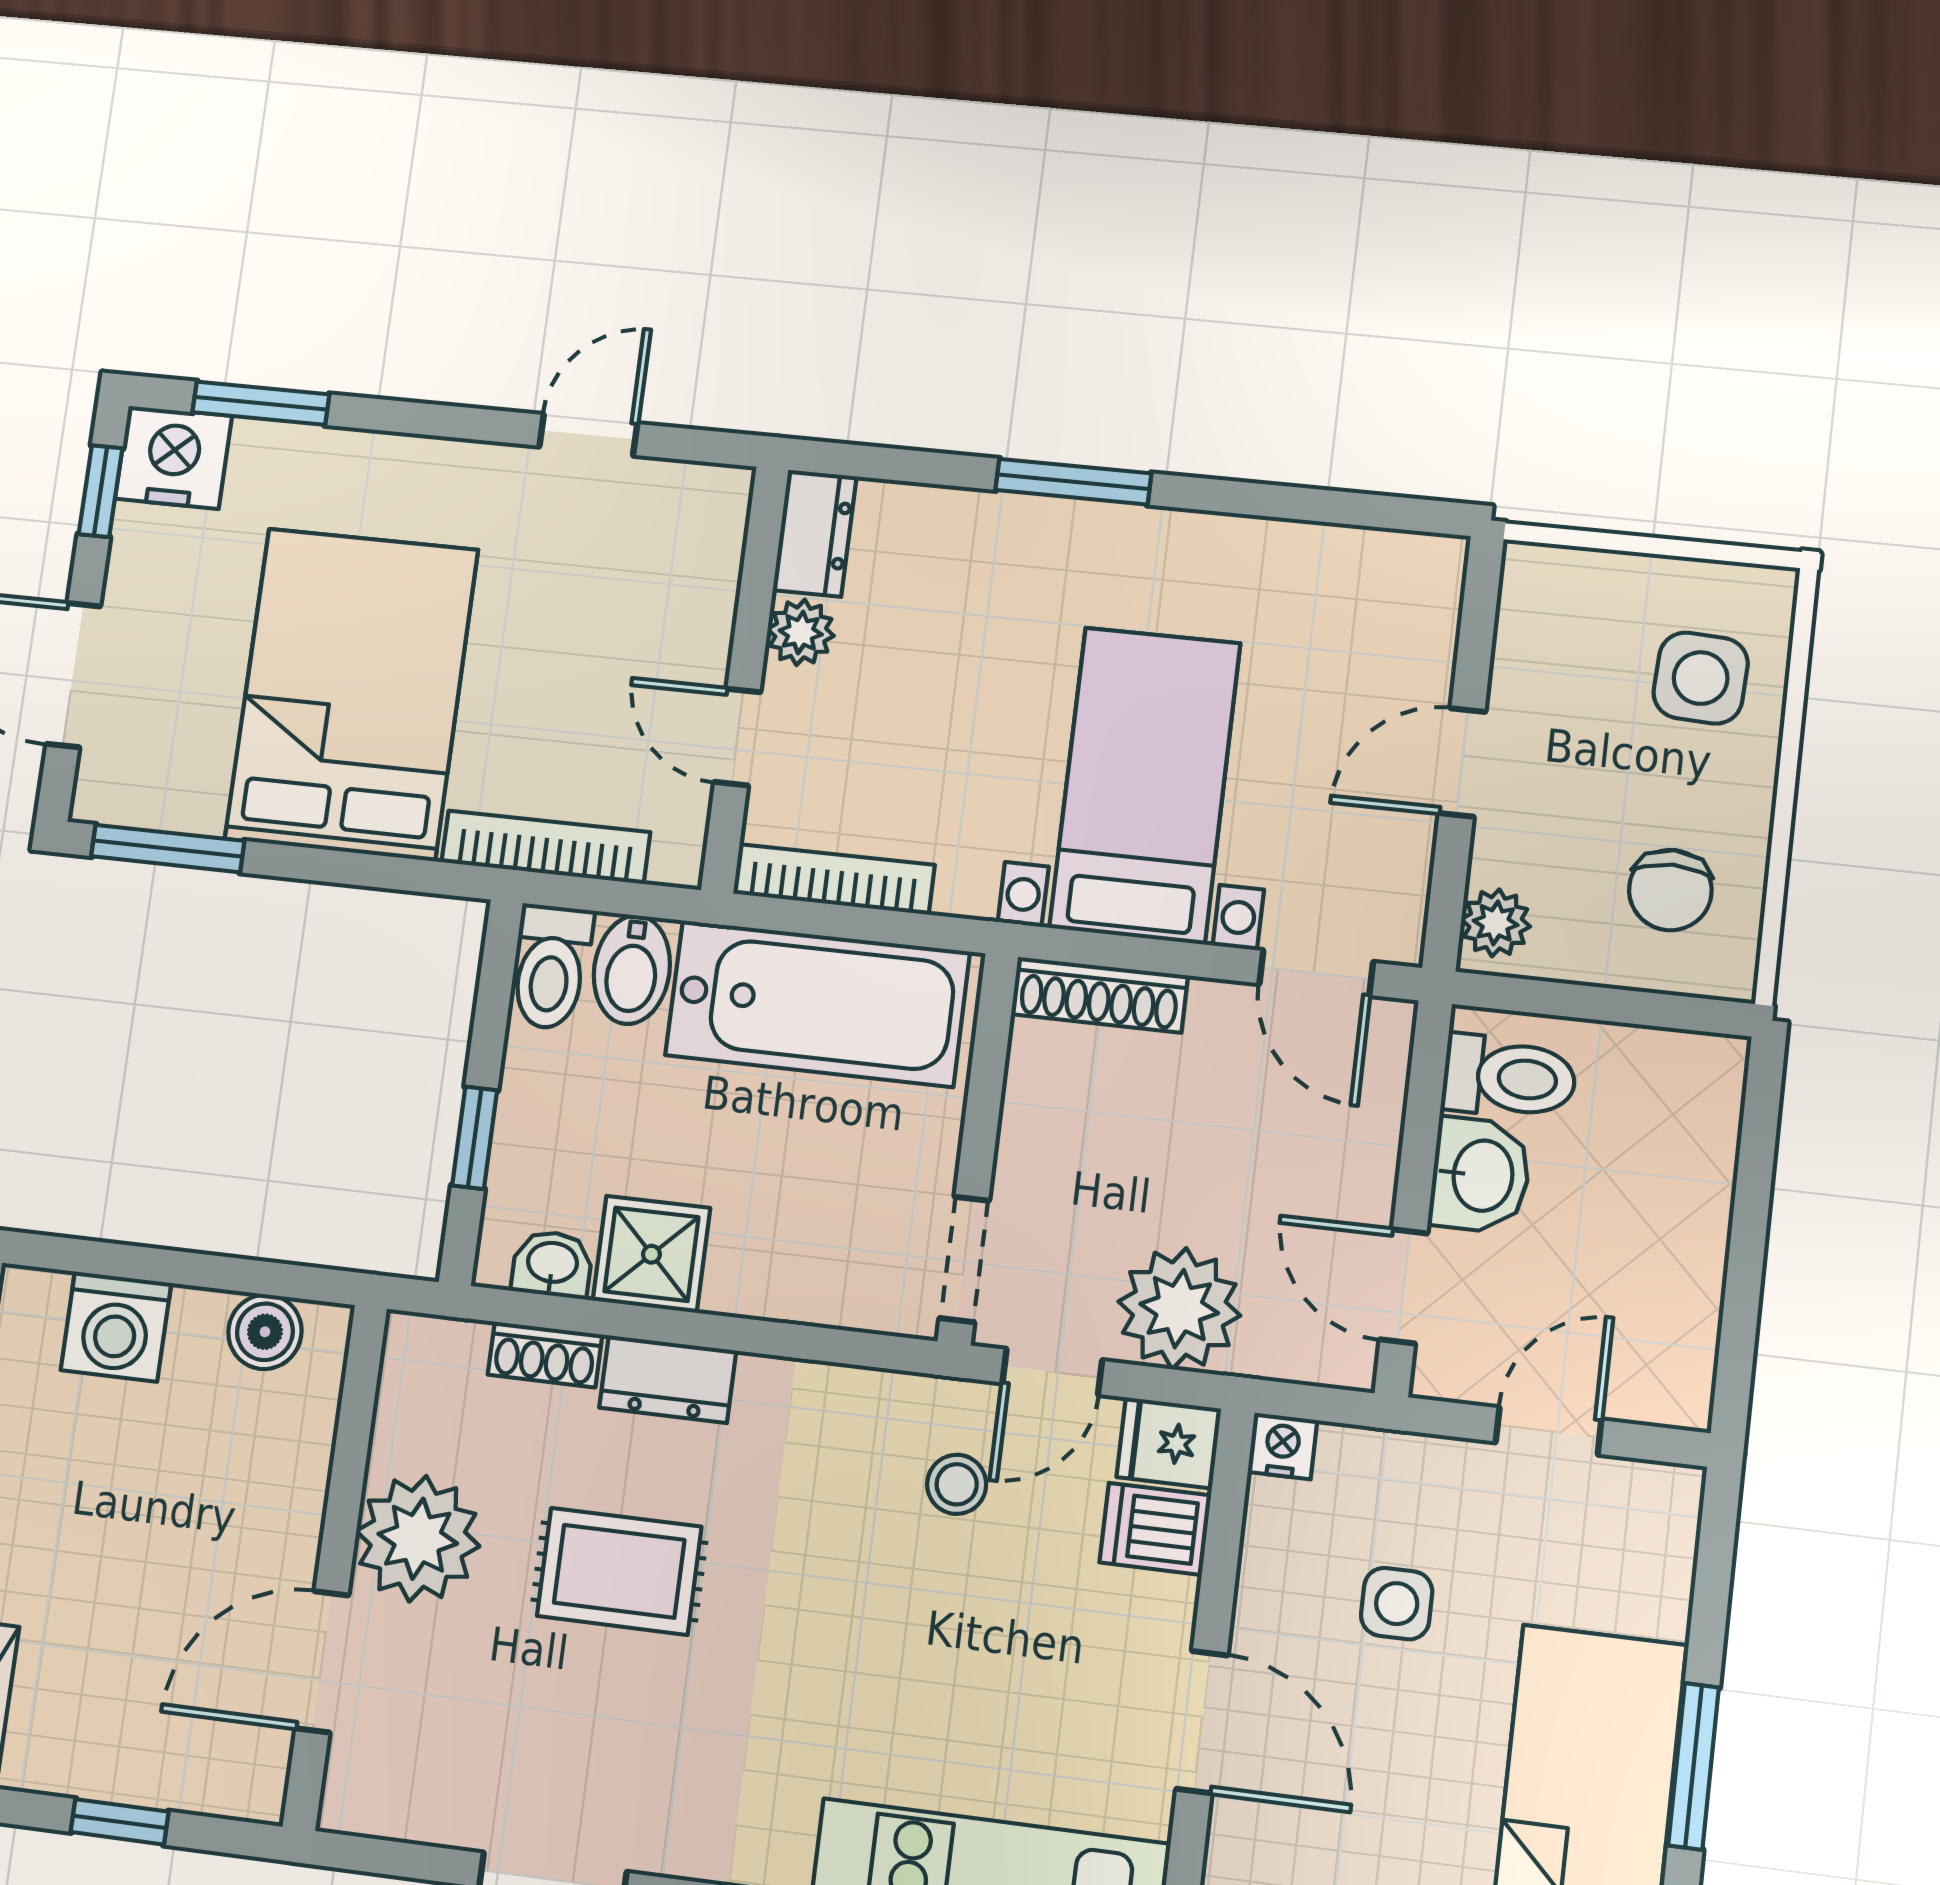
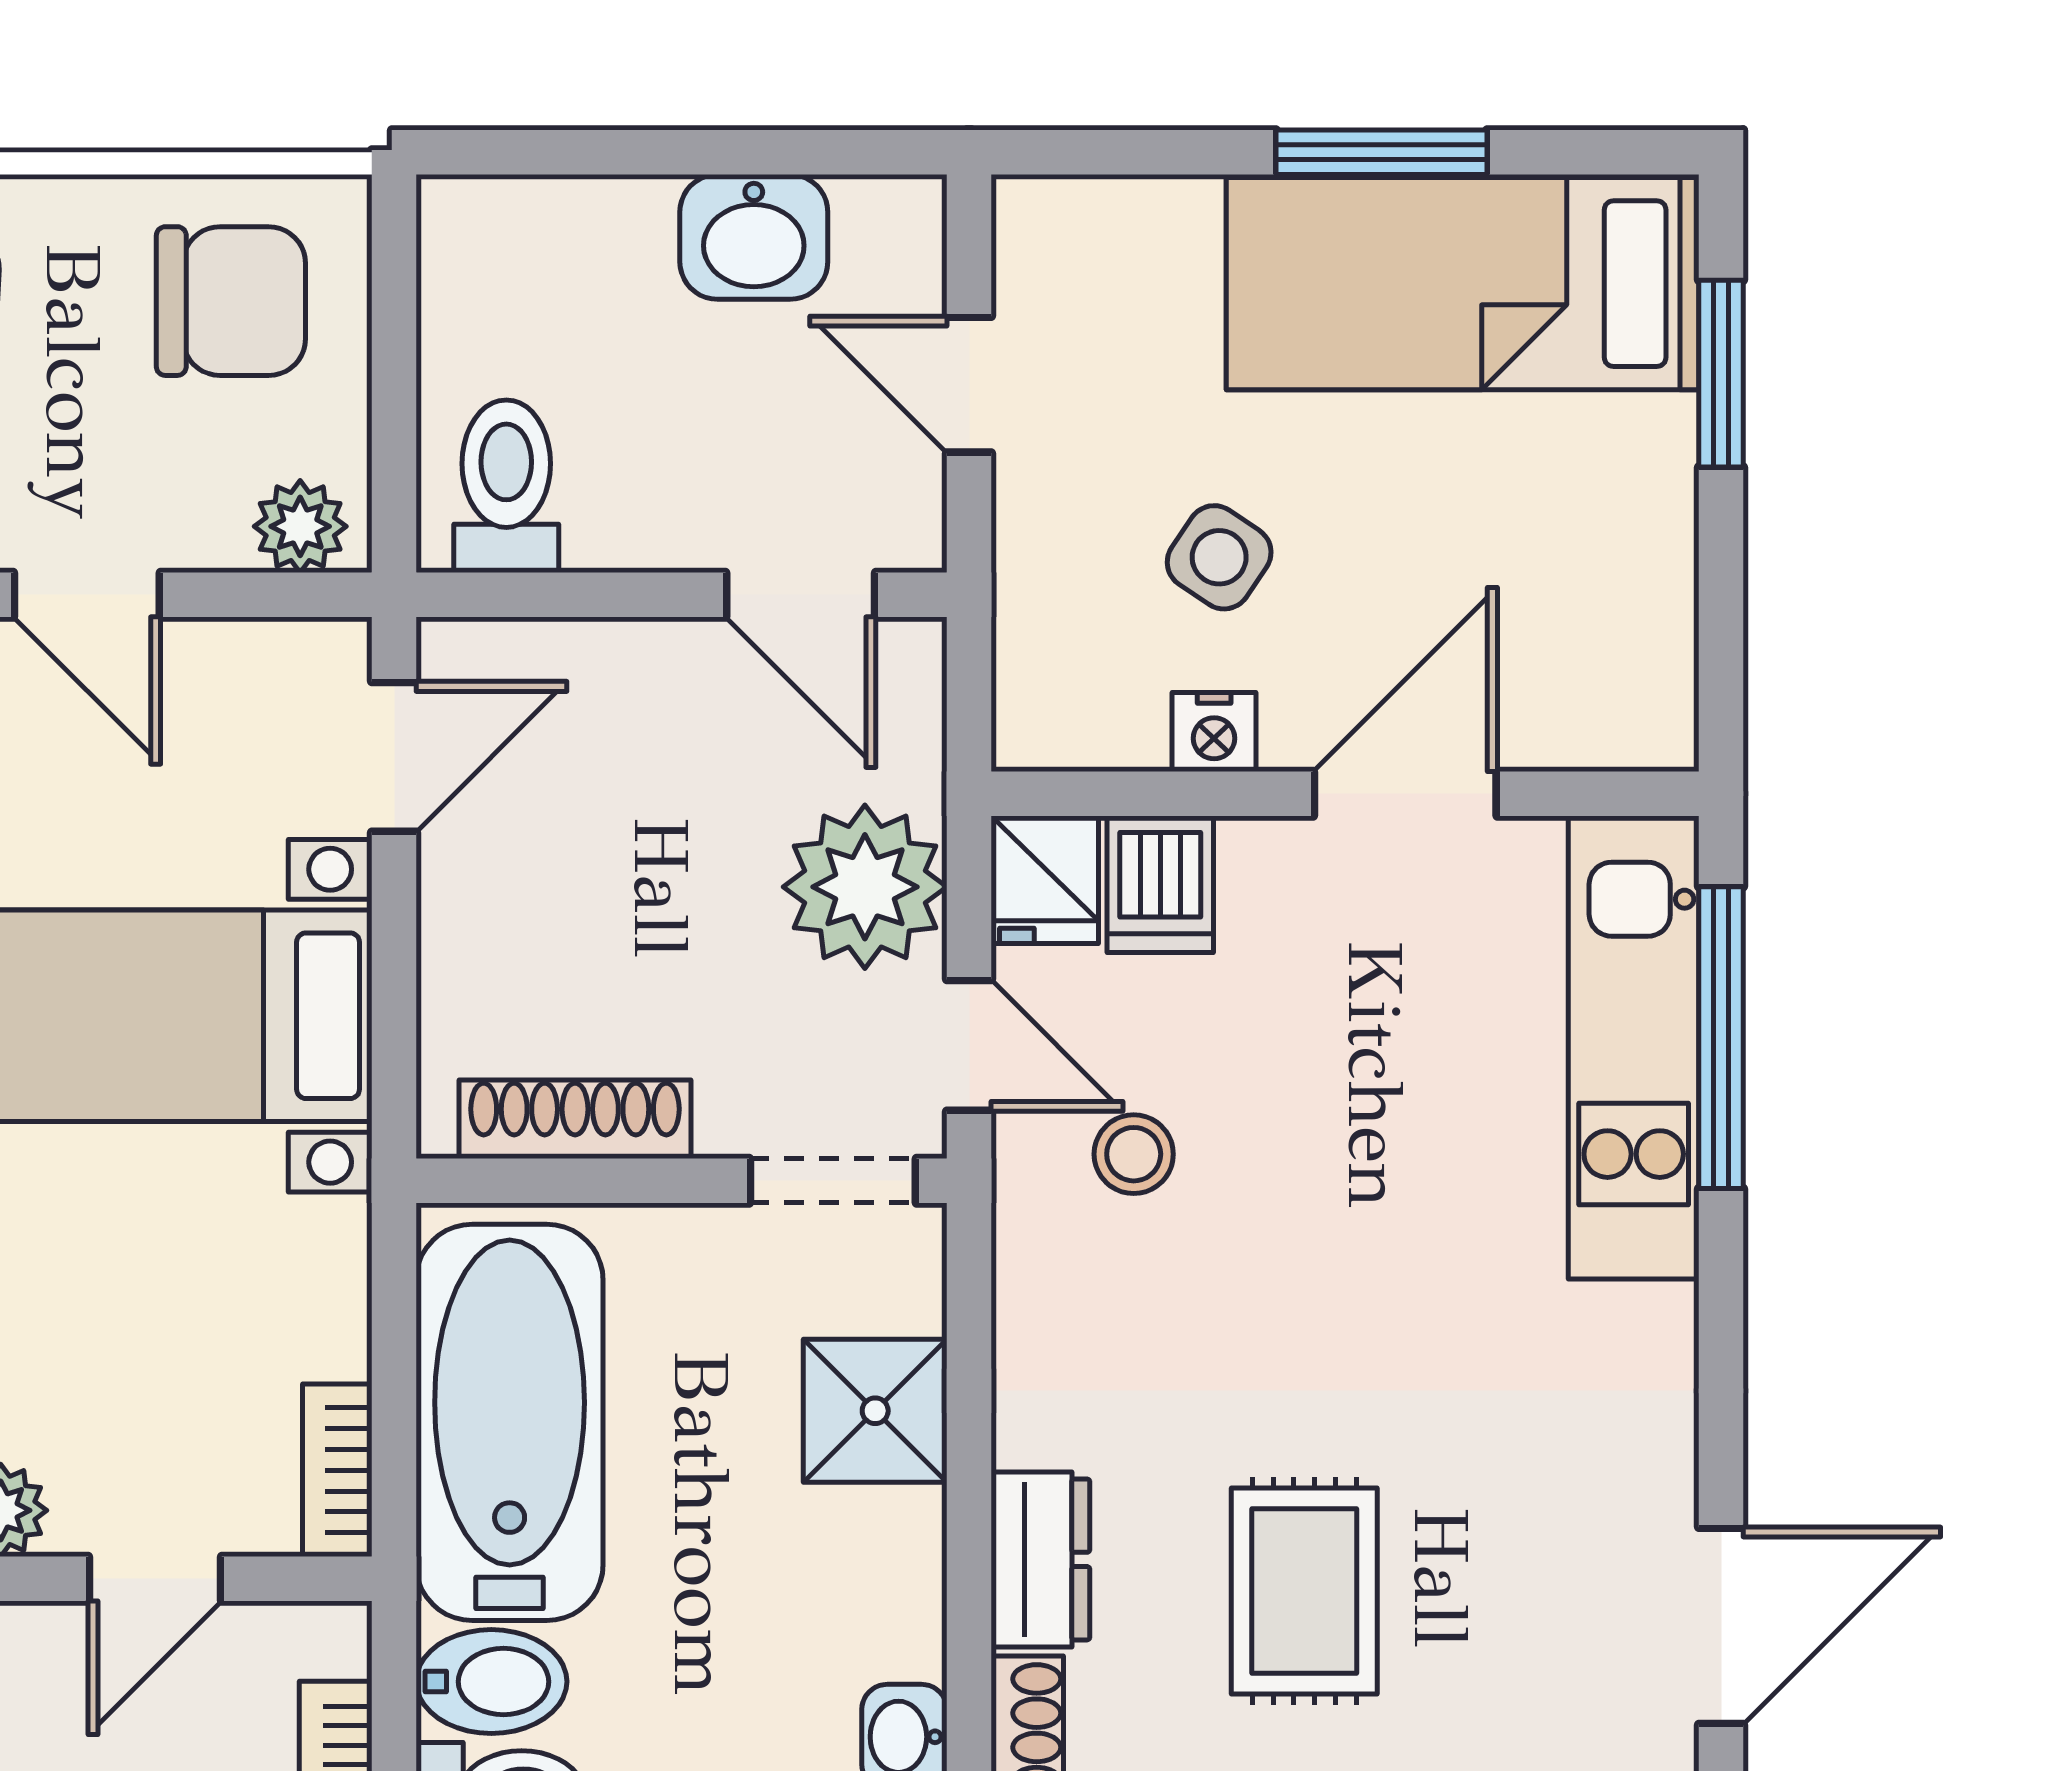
bookcase: (834, 879) -> (337, 1470), width x0.64
chair: (1670, 890) -> (231, 301), width x1.37, depth x1.37
shoe rack: (1100, 995) -> (575, 1119), moved, turned -90
washbasin: (1480, 1175) -> (754, 237), moved, turned 180
shower: (651, 1254) -> (875, 1411), moved
door: (1403, 1286) -> (801, 595), hinge flipped
nightstand: (1282, 1446) -> (1214, 732), moved, turned -90
side table: (1397, 1604) -> (1219, 557), turned 34

